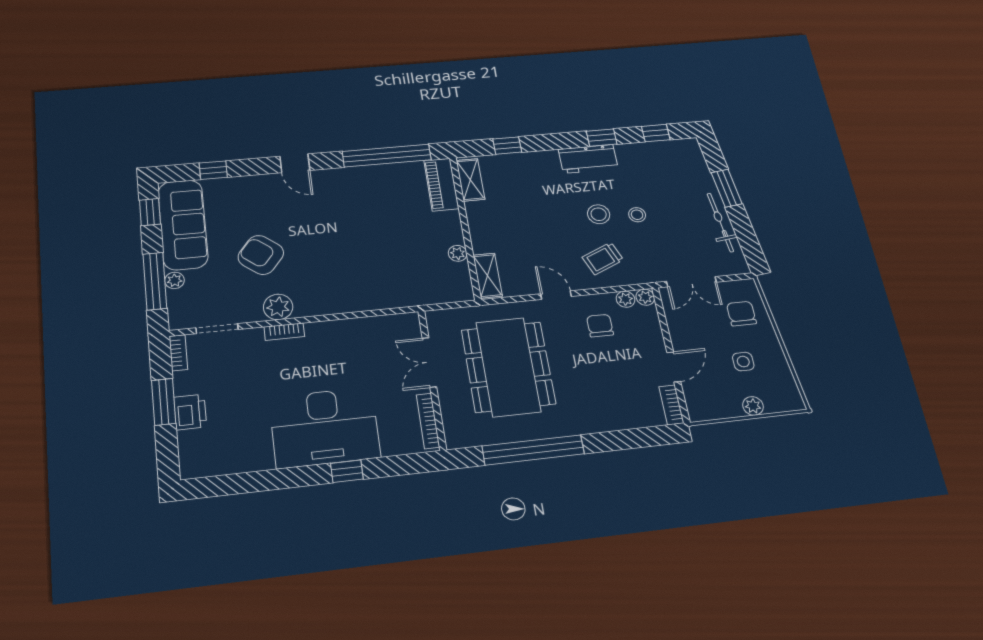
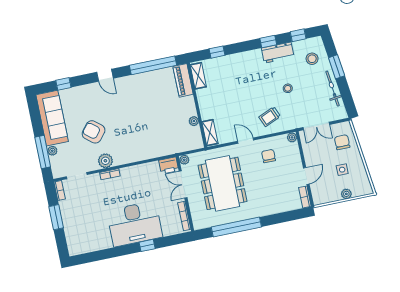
workbench: (588, 159) -> (278, 53), moved
window: (150, 212) -> (34, 112), removed
stool: (599, 214) -> (312, 59), moved
plant: (626, 299) -> (184, 160), moved
printer: (190, 412) -> (169, 165), moved, turned 90

